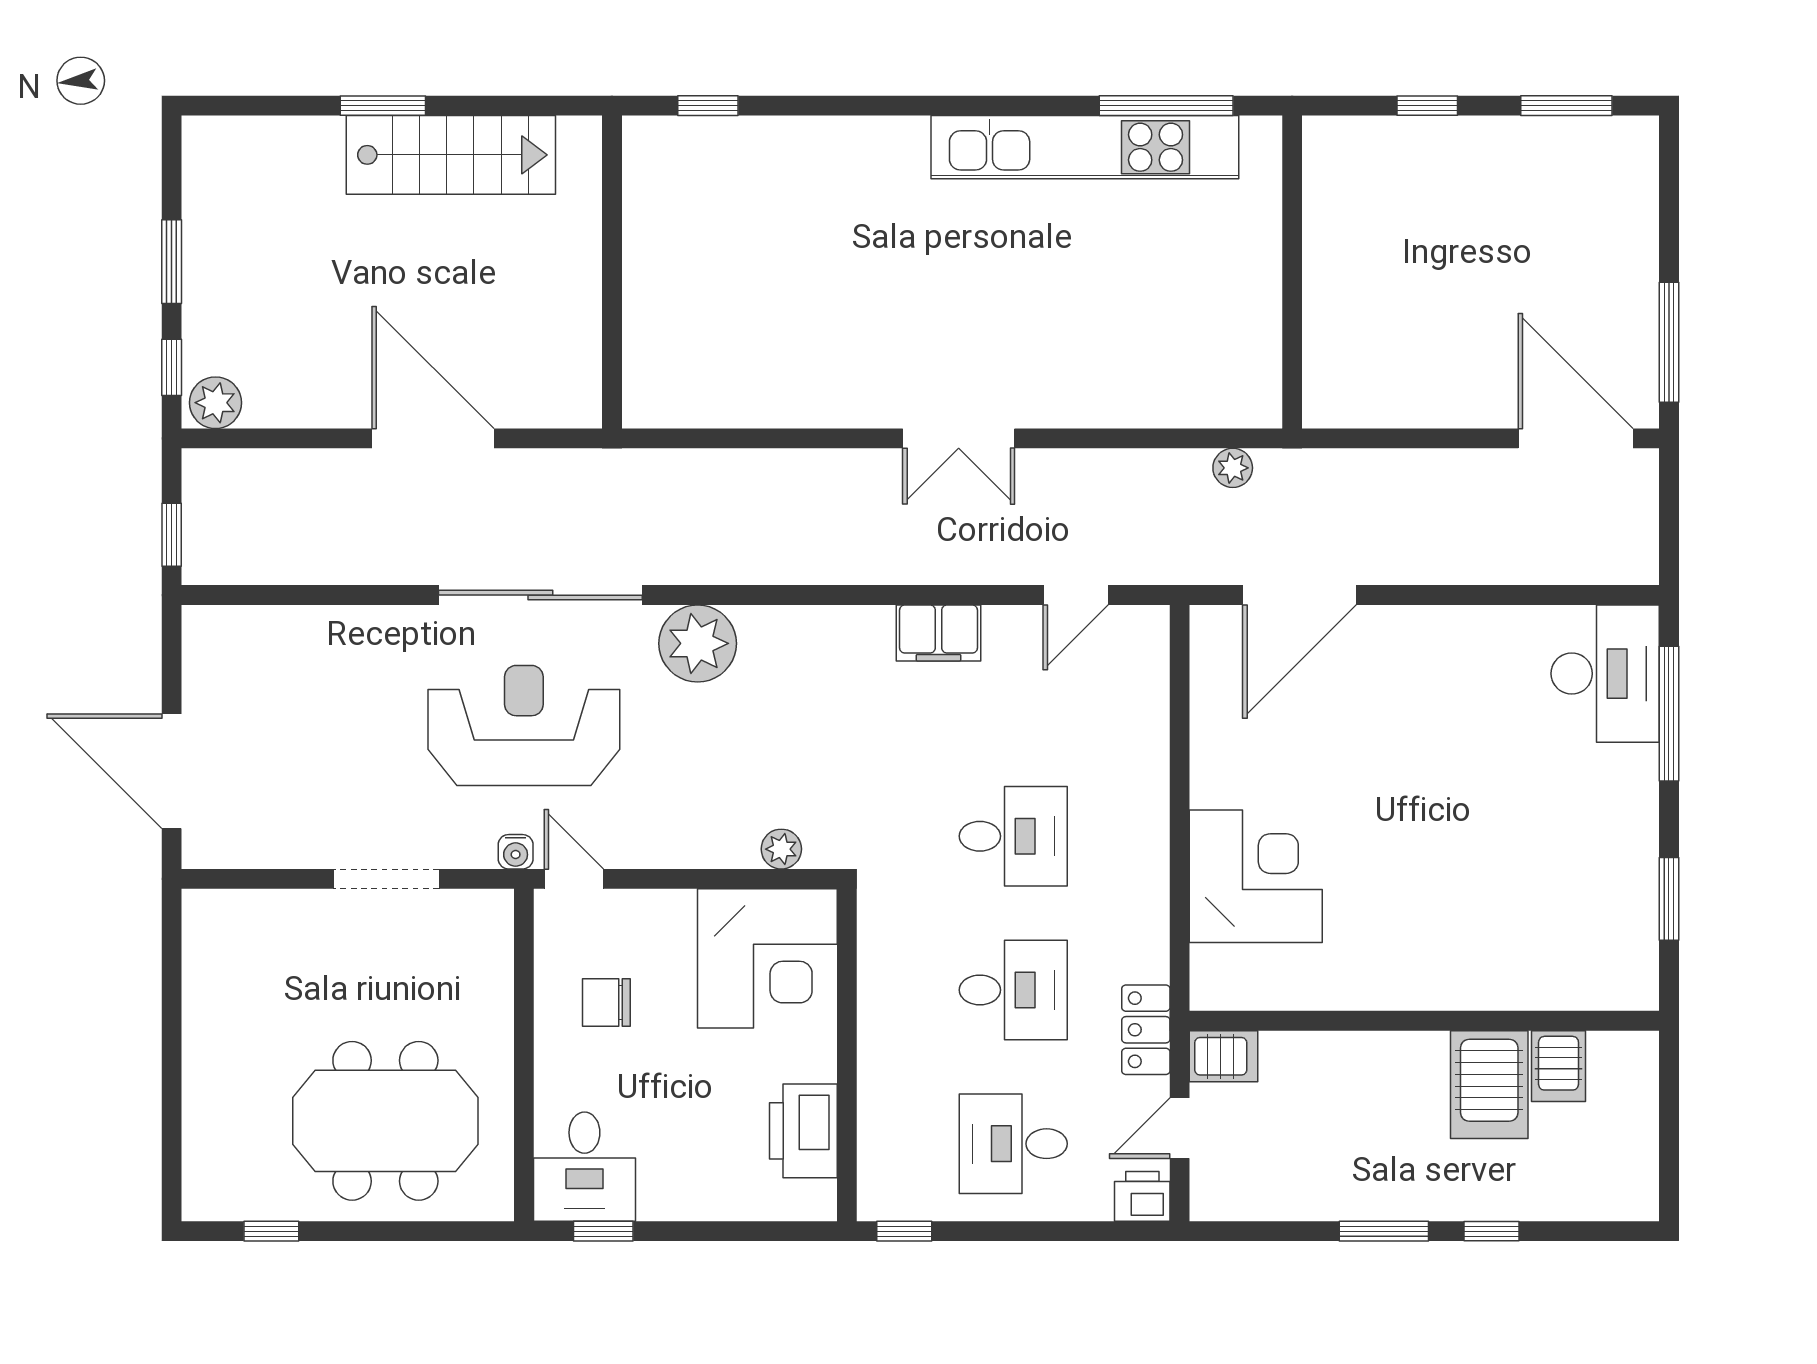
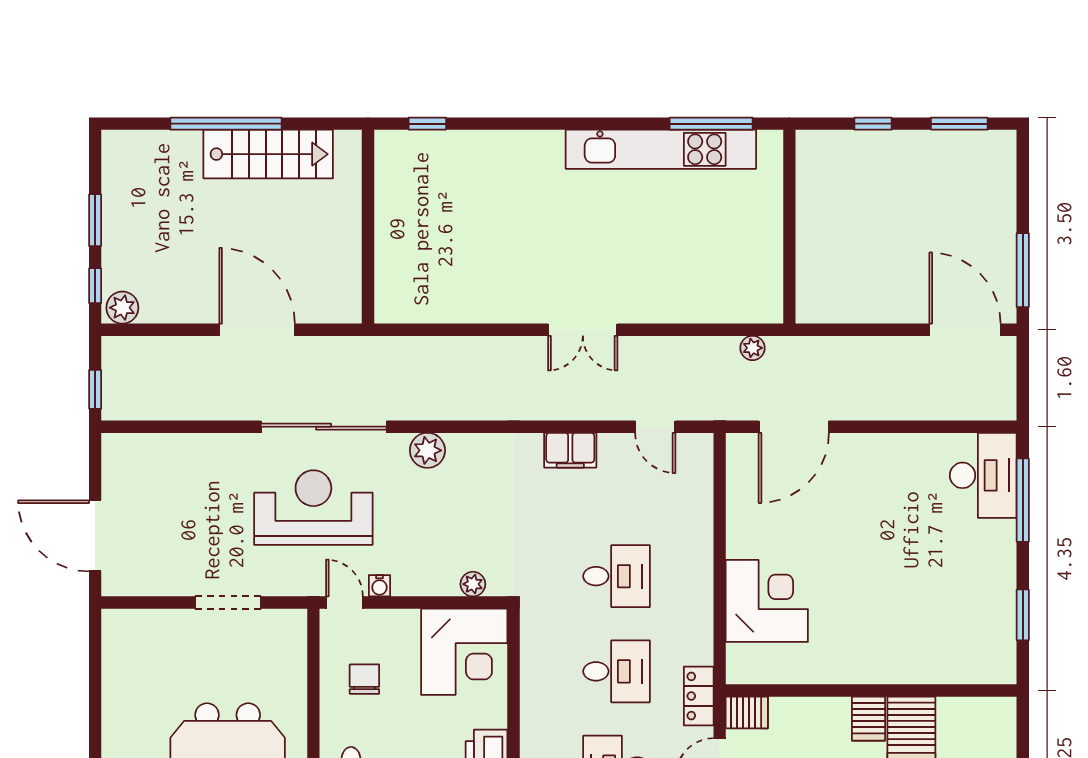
window: (383, 106) -> (226, 124), width x2.11
door: (1076, 595) -> (655, 427), hinge flipped
plant: (698, 643) -> (427, 450), width x0.73, depth x0.73
water cooler: (516, 852) -> (379, 586), moved
chair: (606, 1003) -> (364, 679), turned 90
server rack: (1559, 1066) -> (868, 719), moved

